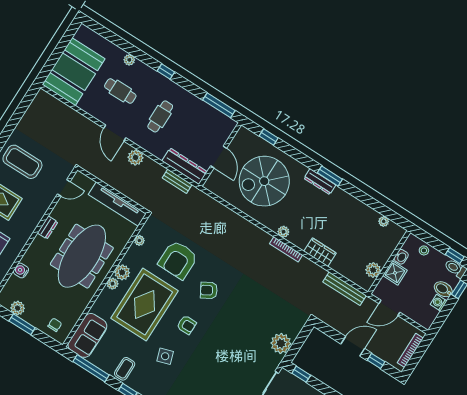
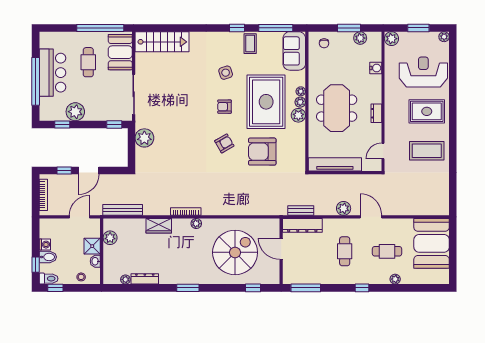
dresser: (320, 182) -> (145, 279), moved
plant: (139, 240) -> (301, 91), moved
meeting table: (82, 256) -> (337, 108), width x0.73
armchair: (178, 260) -> (262, 152), turned -90

